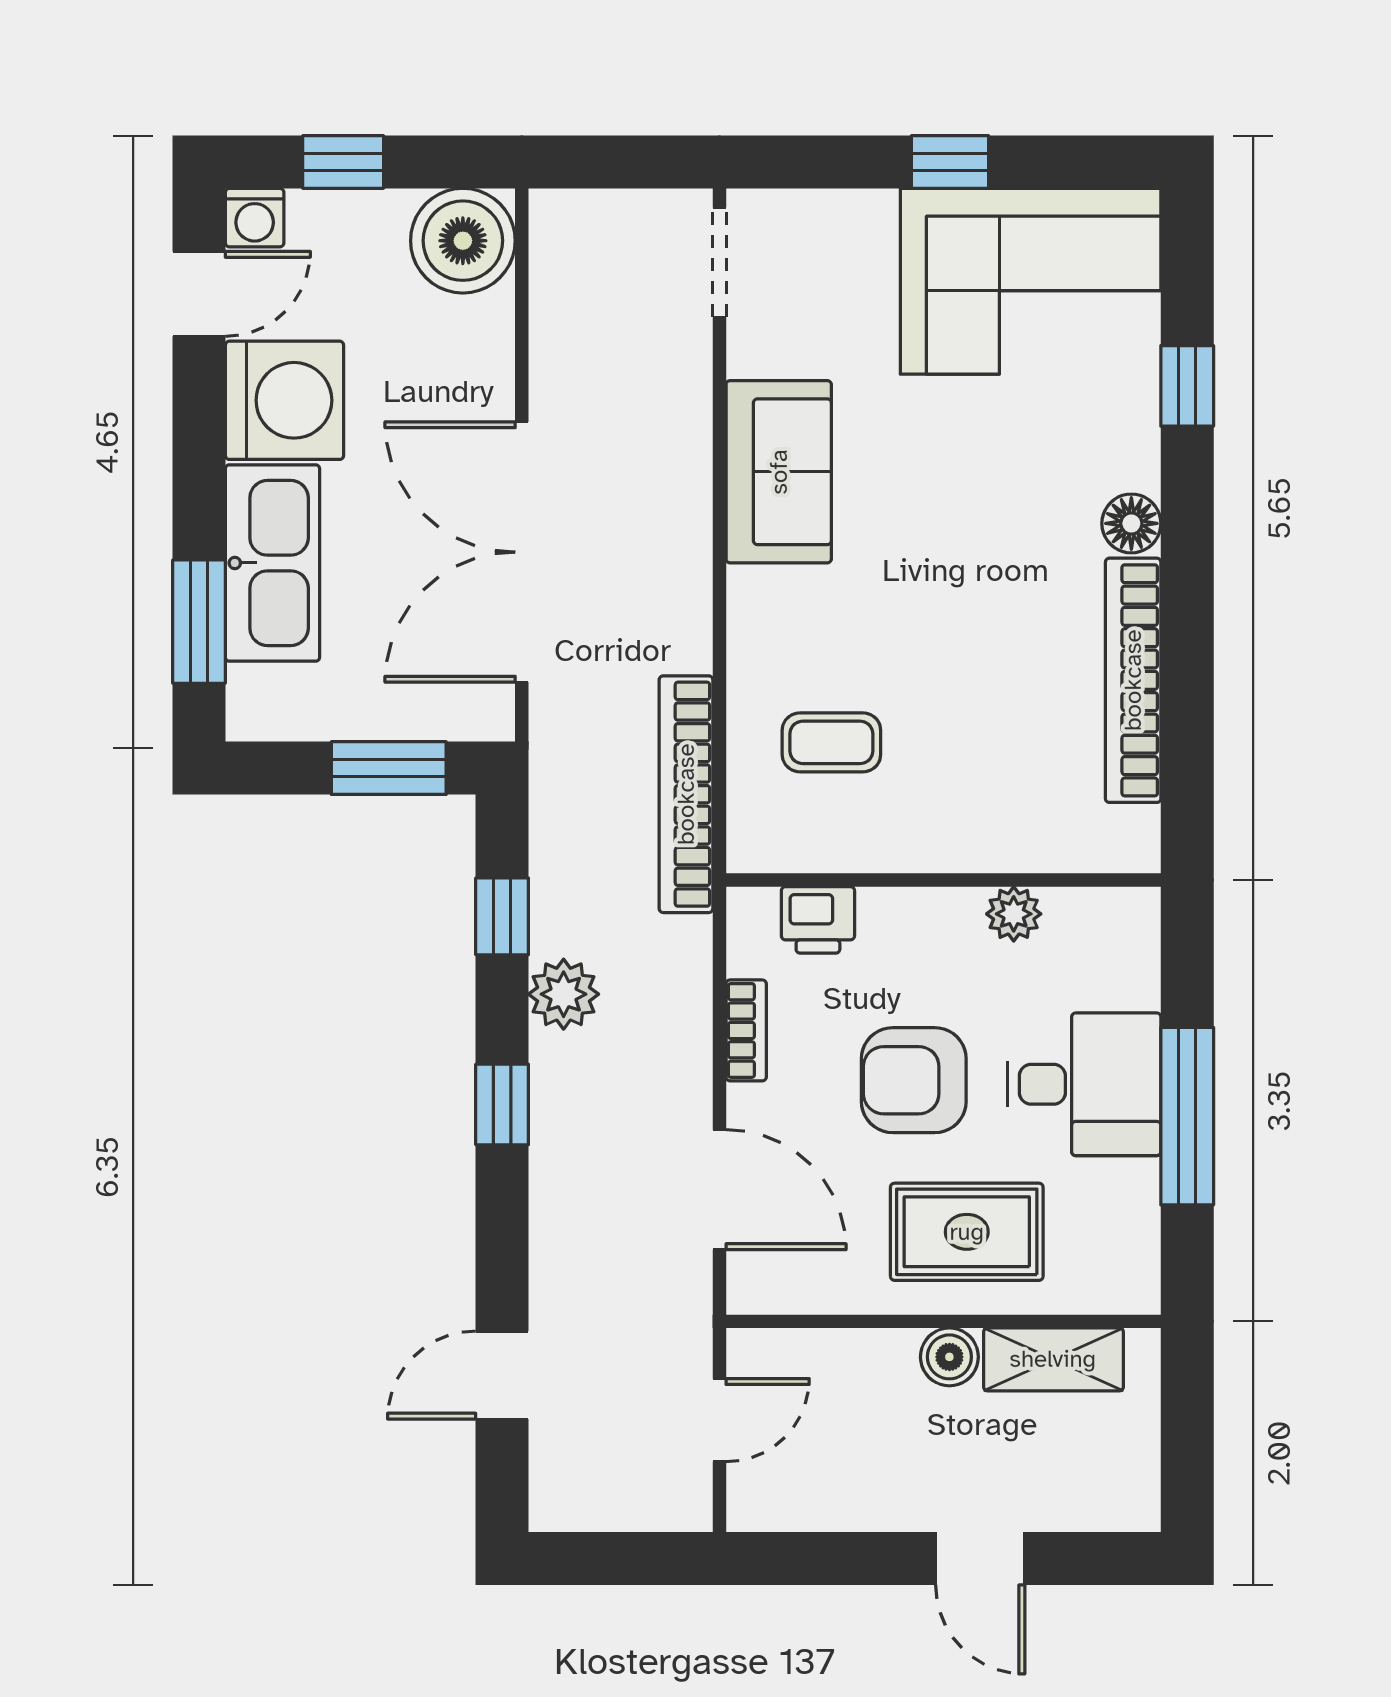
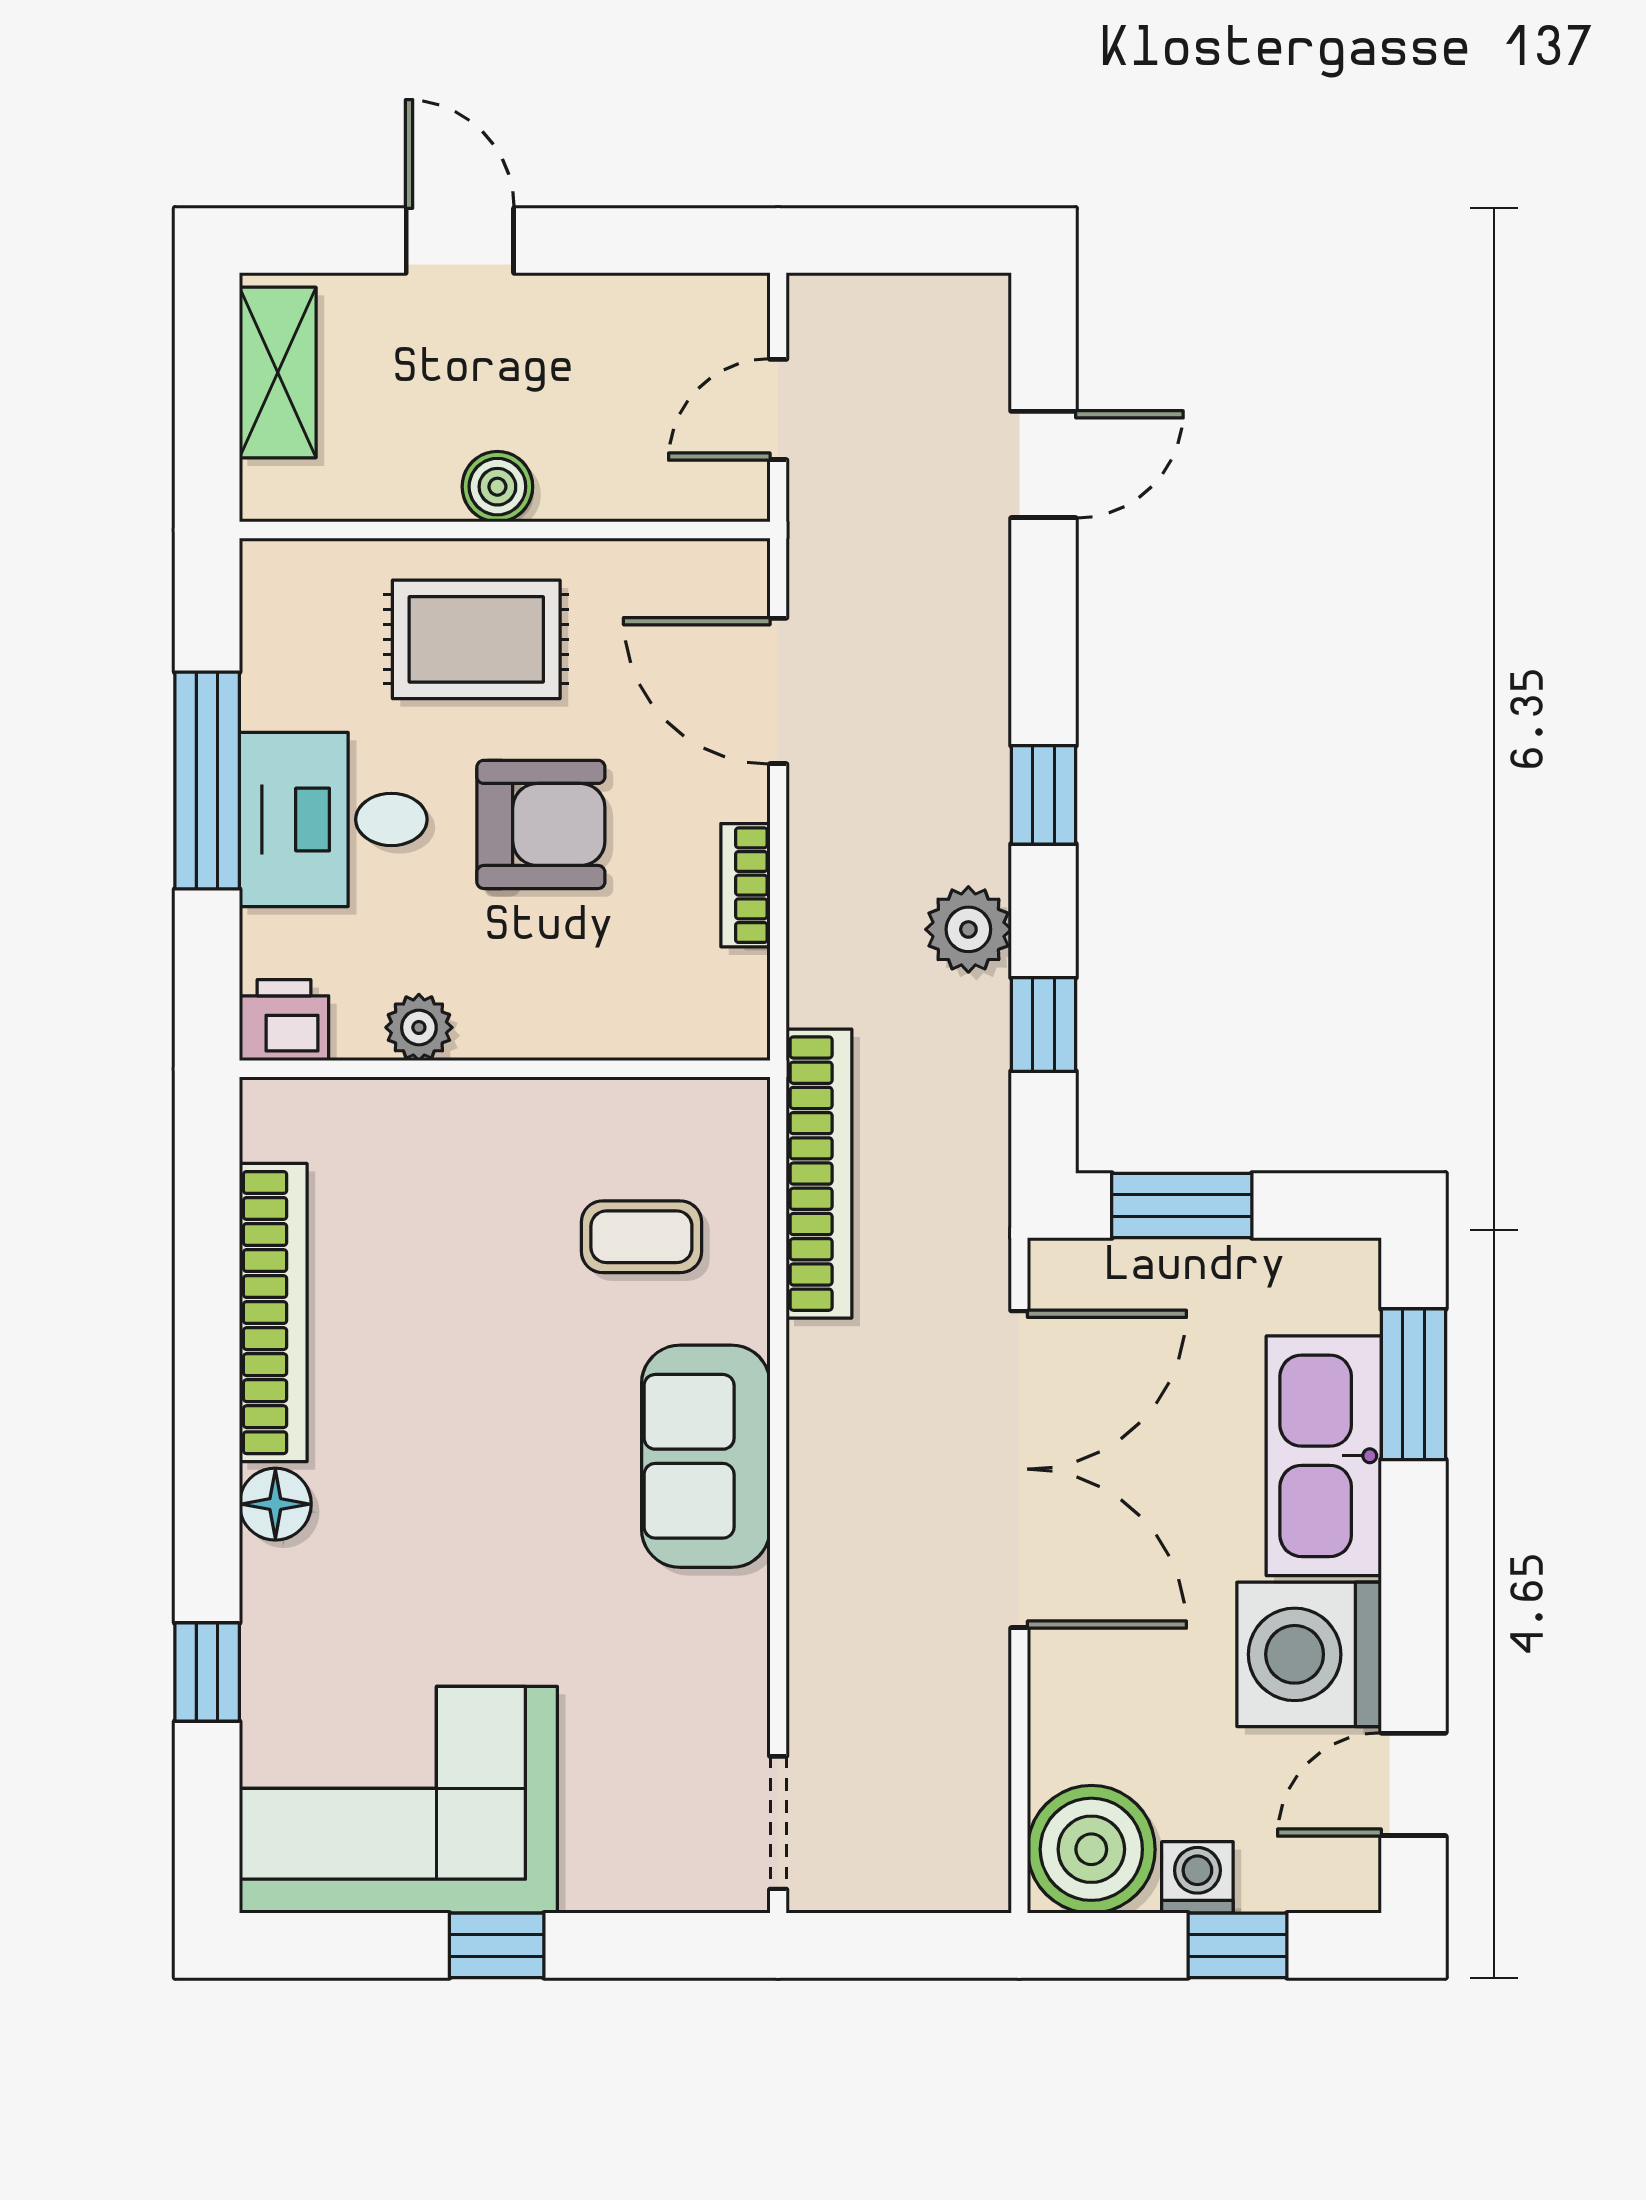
washing machine: (255, 218) -> (1197, 1877), moved
sofa: (779, 472) -> (706, 1456), moved
printer: (818, 920) -> (284, 1020), moved
shelving: (1053, 1359) -> (278, 373), moved, turned 90

